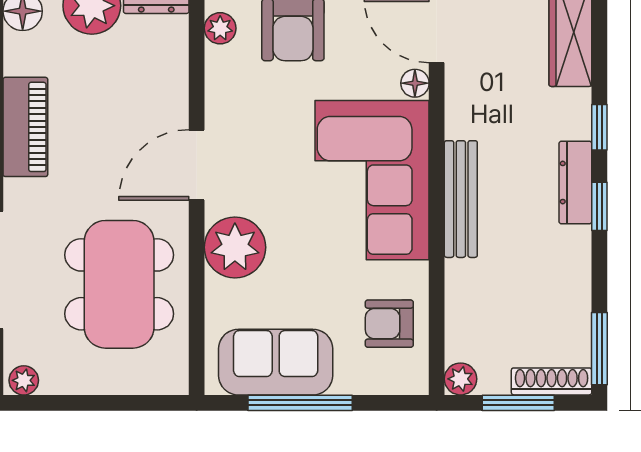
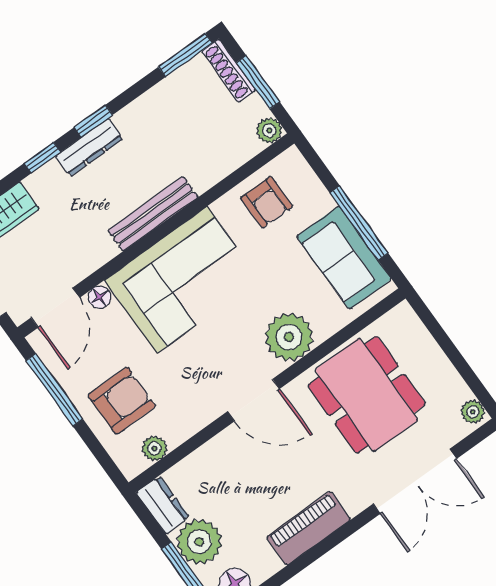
dining table: (119, 284) -> (367, 395), turned 90

